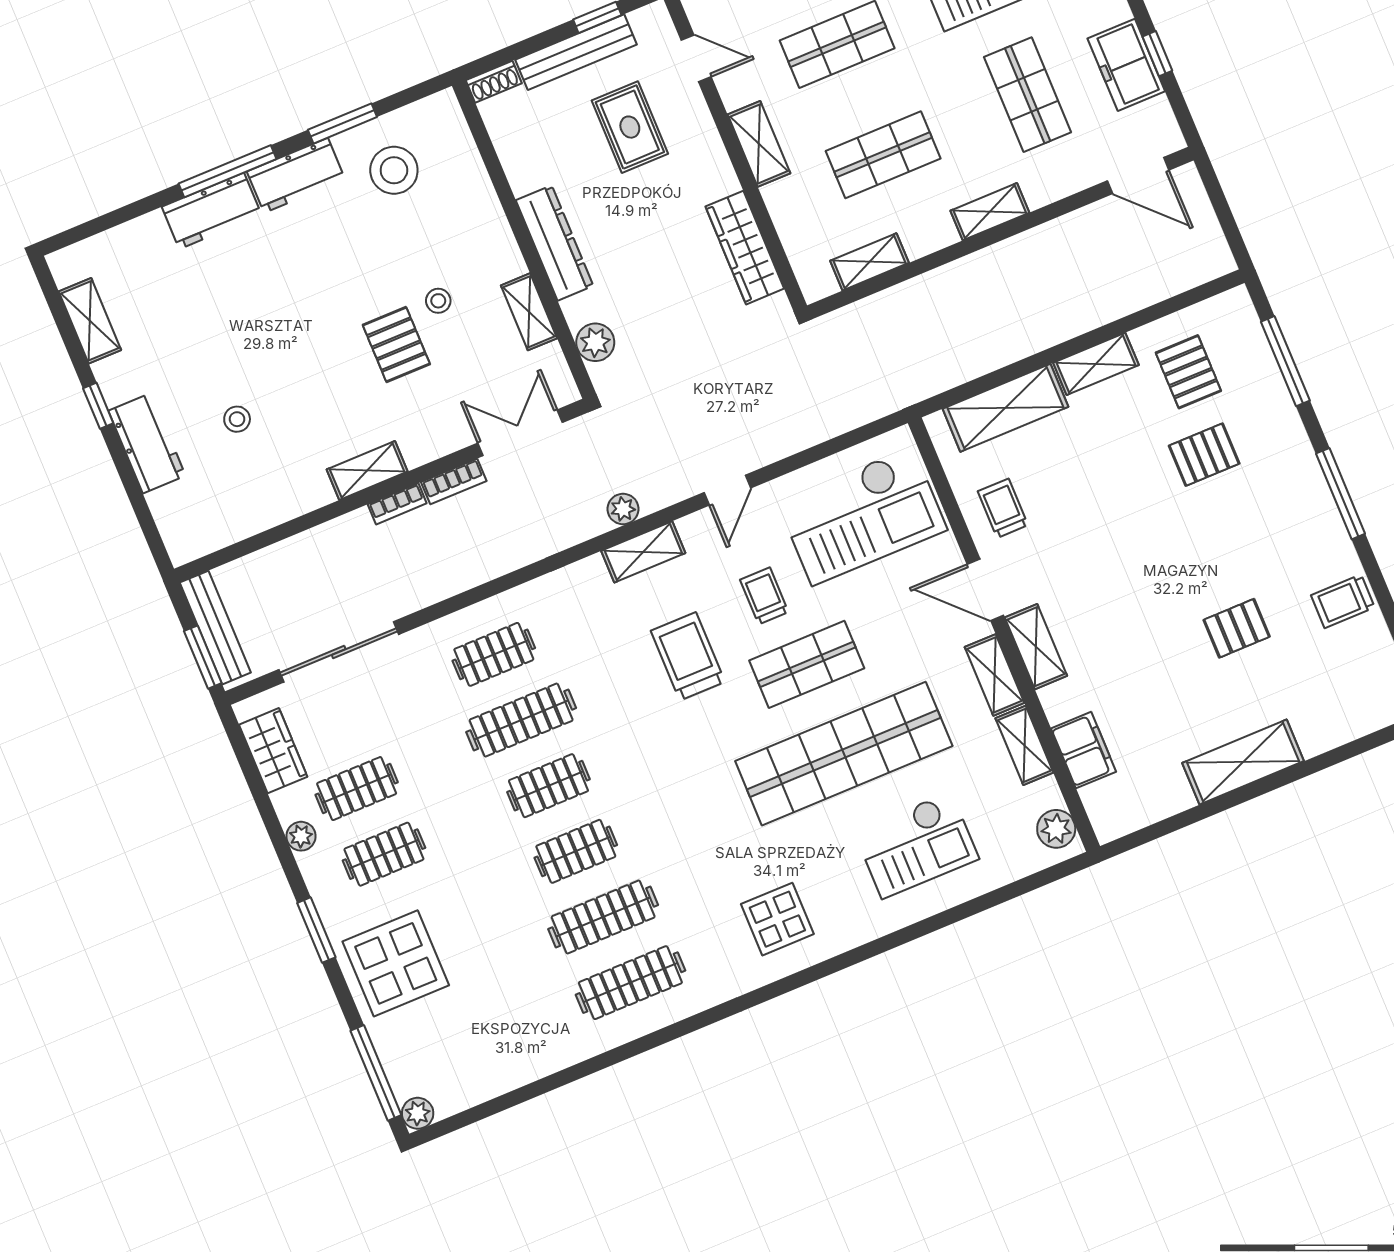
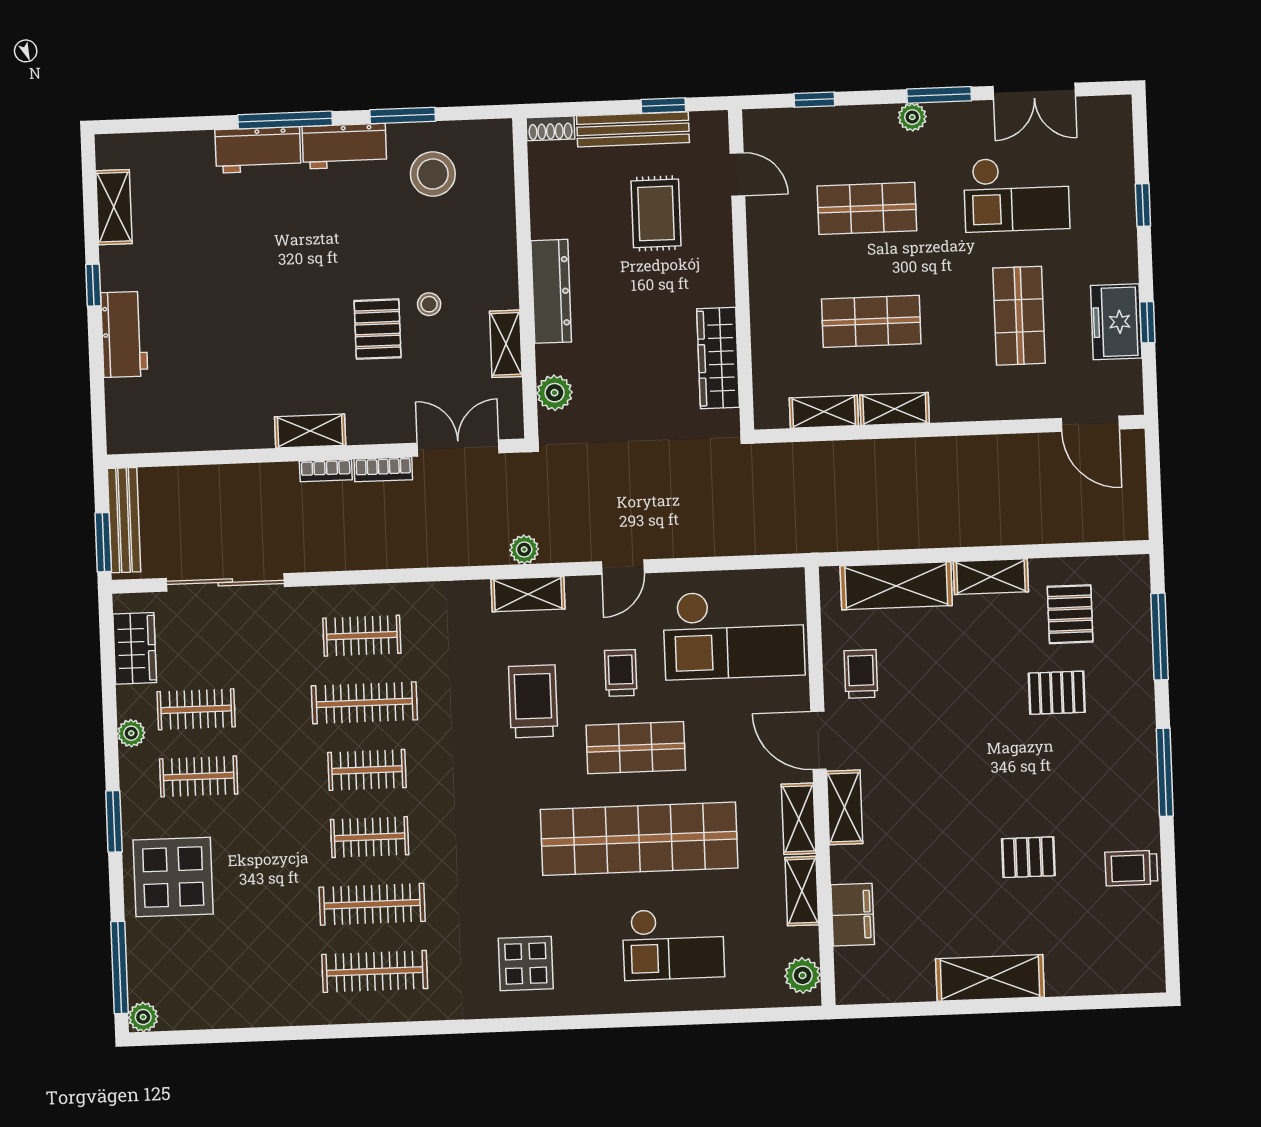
shelving: (759, 144) -> (765, 271), removed
shelving: (990, 212) -> (895, 409), moved
stool: (237, 419) -> (212, 343), removed

